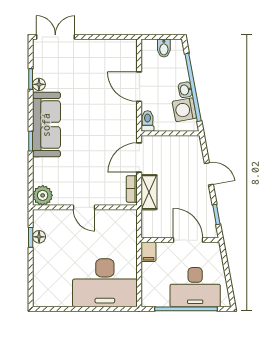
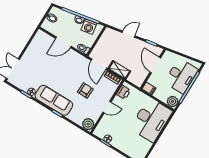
armchair: (89, 161) -> (85, 90), added
printer: (120, 218) -> (124, 92), added
door: (188, 240) -> (155, 65), hinge flipped
plant: (151, 297) -> (173, 102), added

